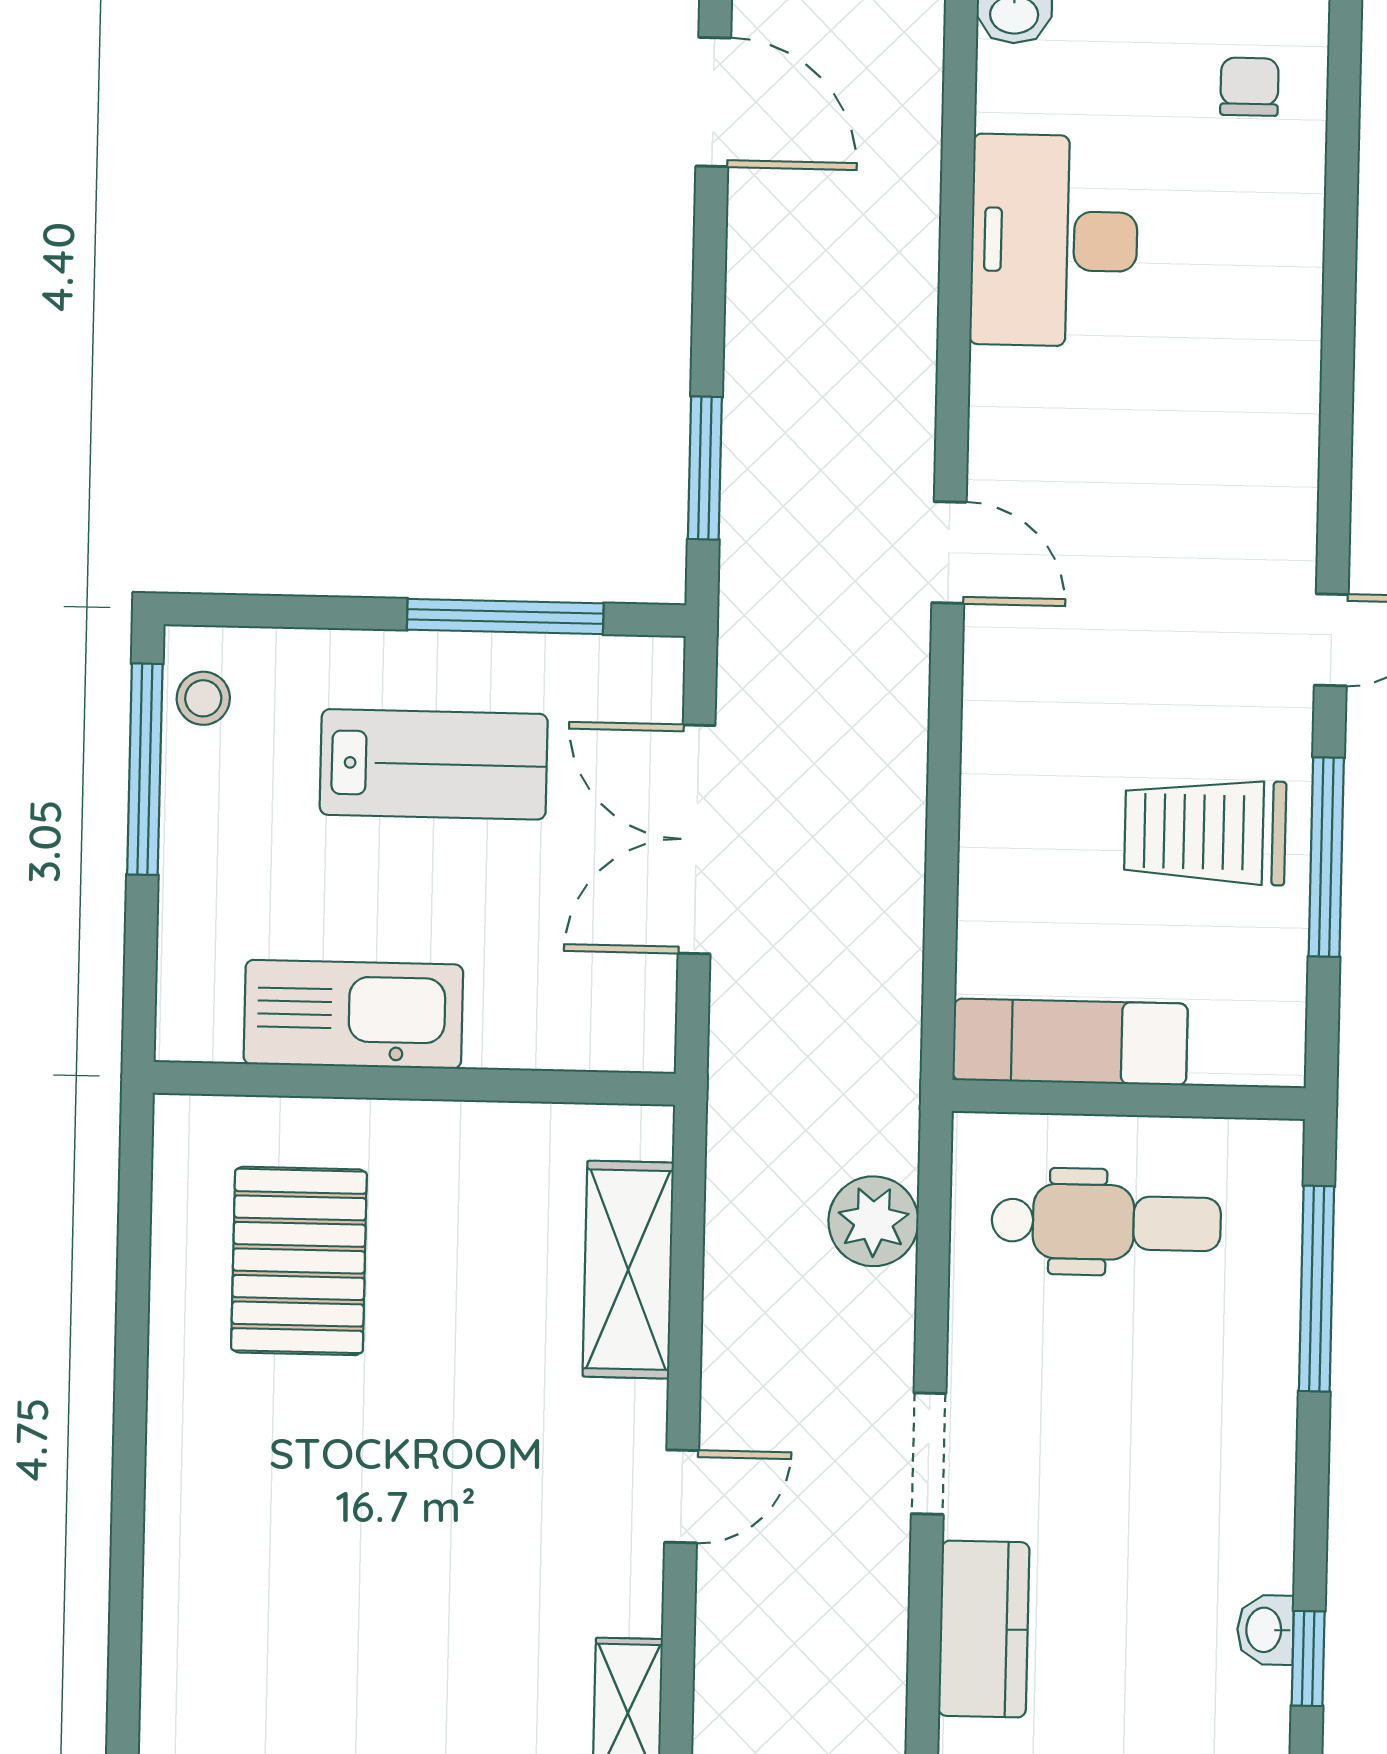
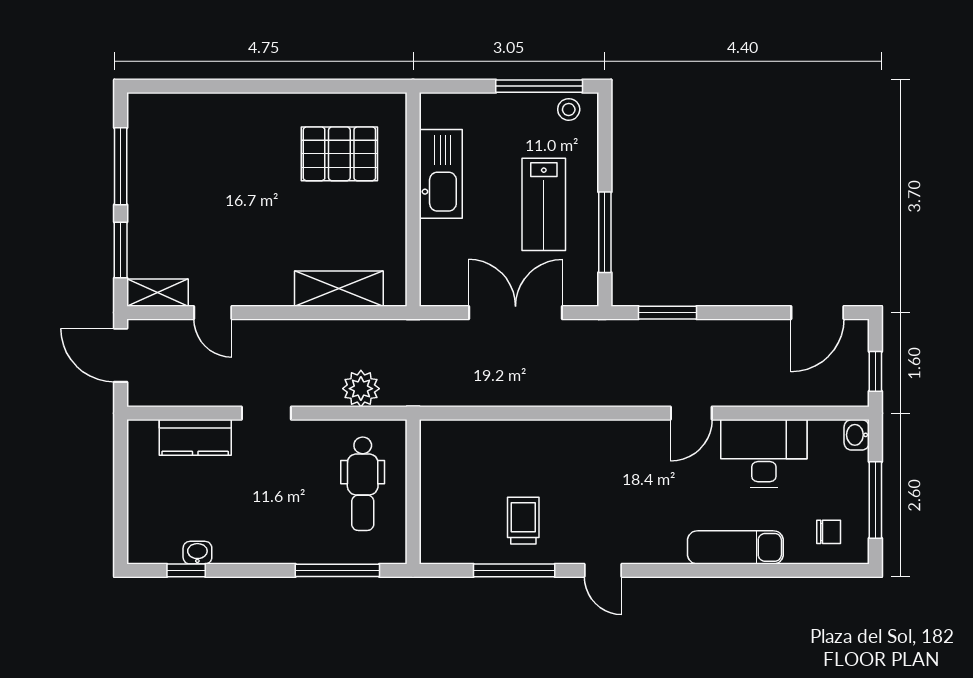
door: (949, 552) -> (691, 413), moved
trolley: (1205, 832) -> (523, 521), width x0.73, depth x0.72
exam couch: (1070, 1042) -> (735, 547), moved, turned -90
door: (682, 1496) -> (213, 313), moved

